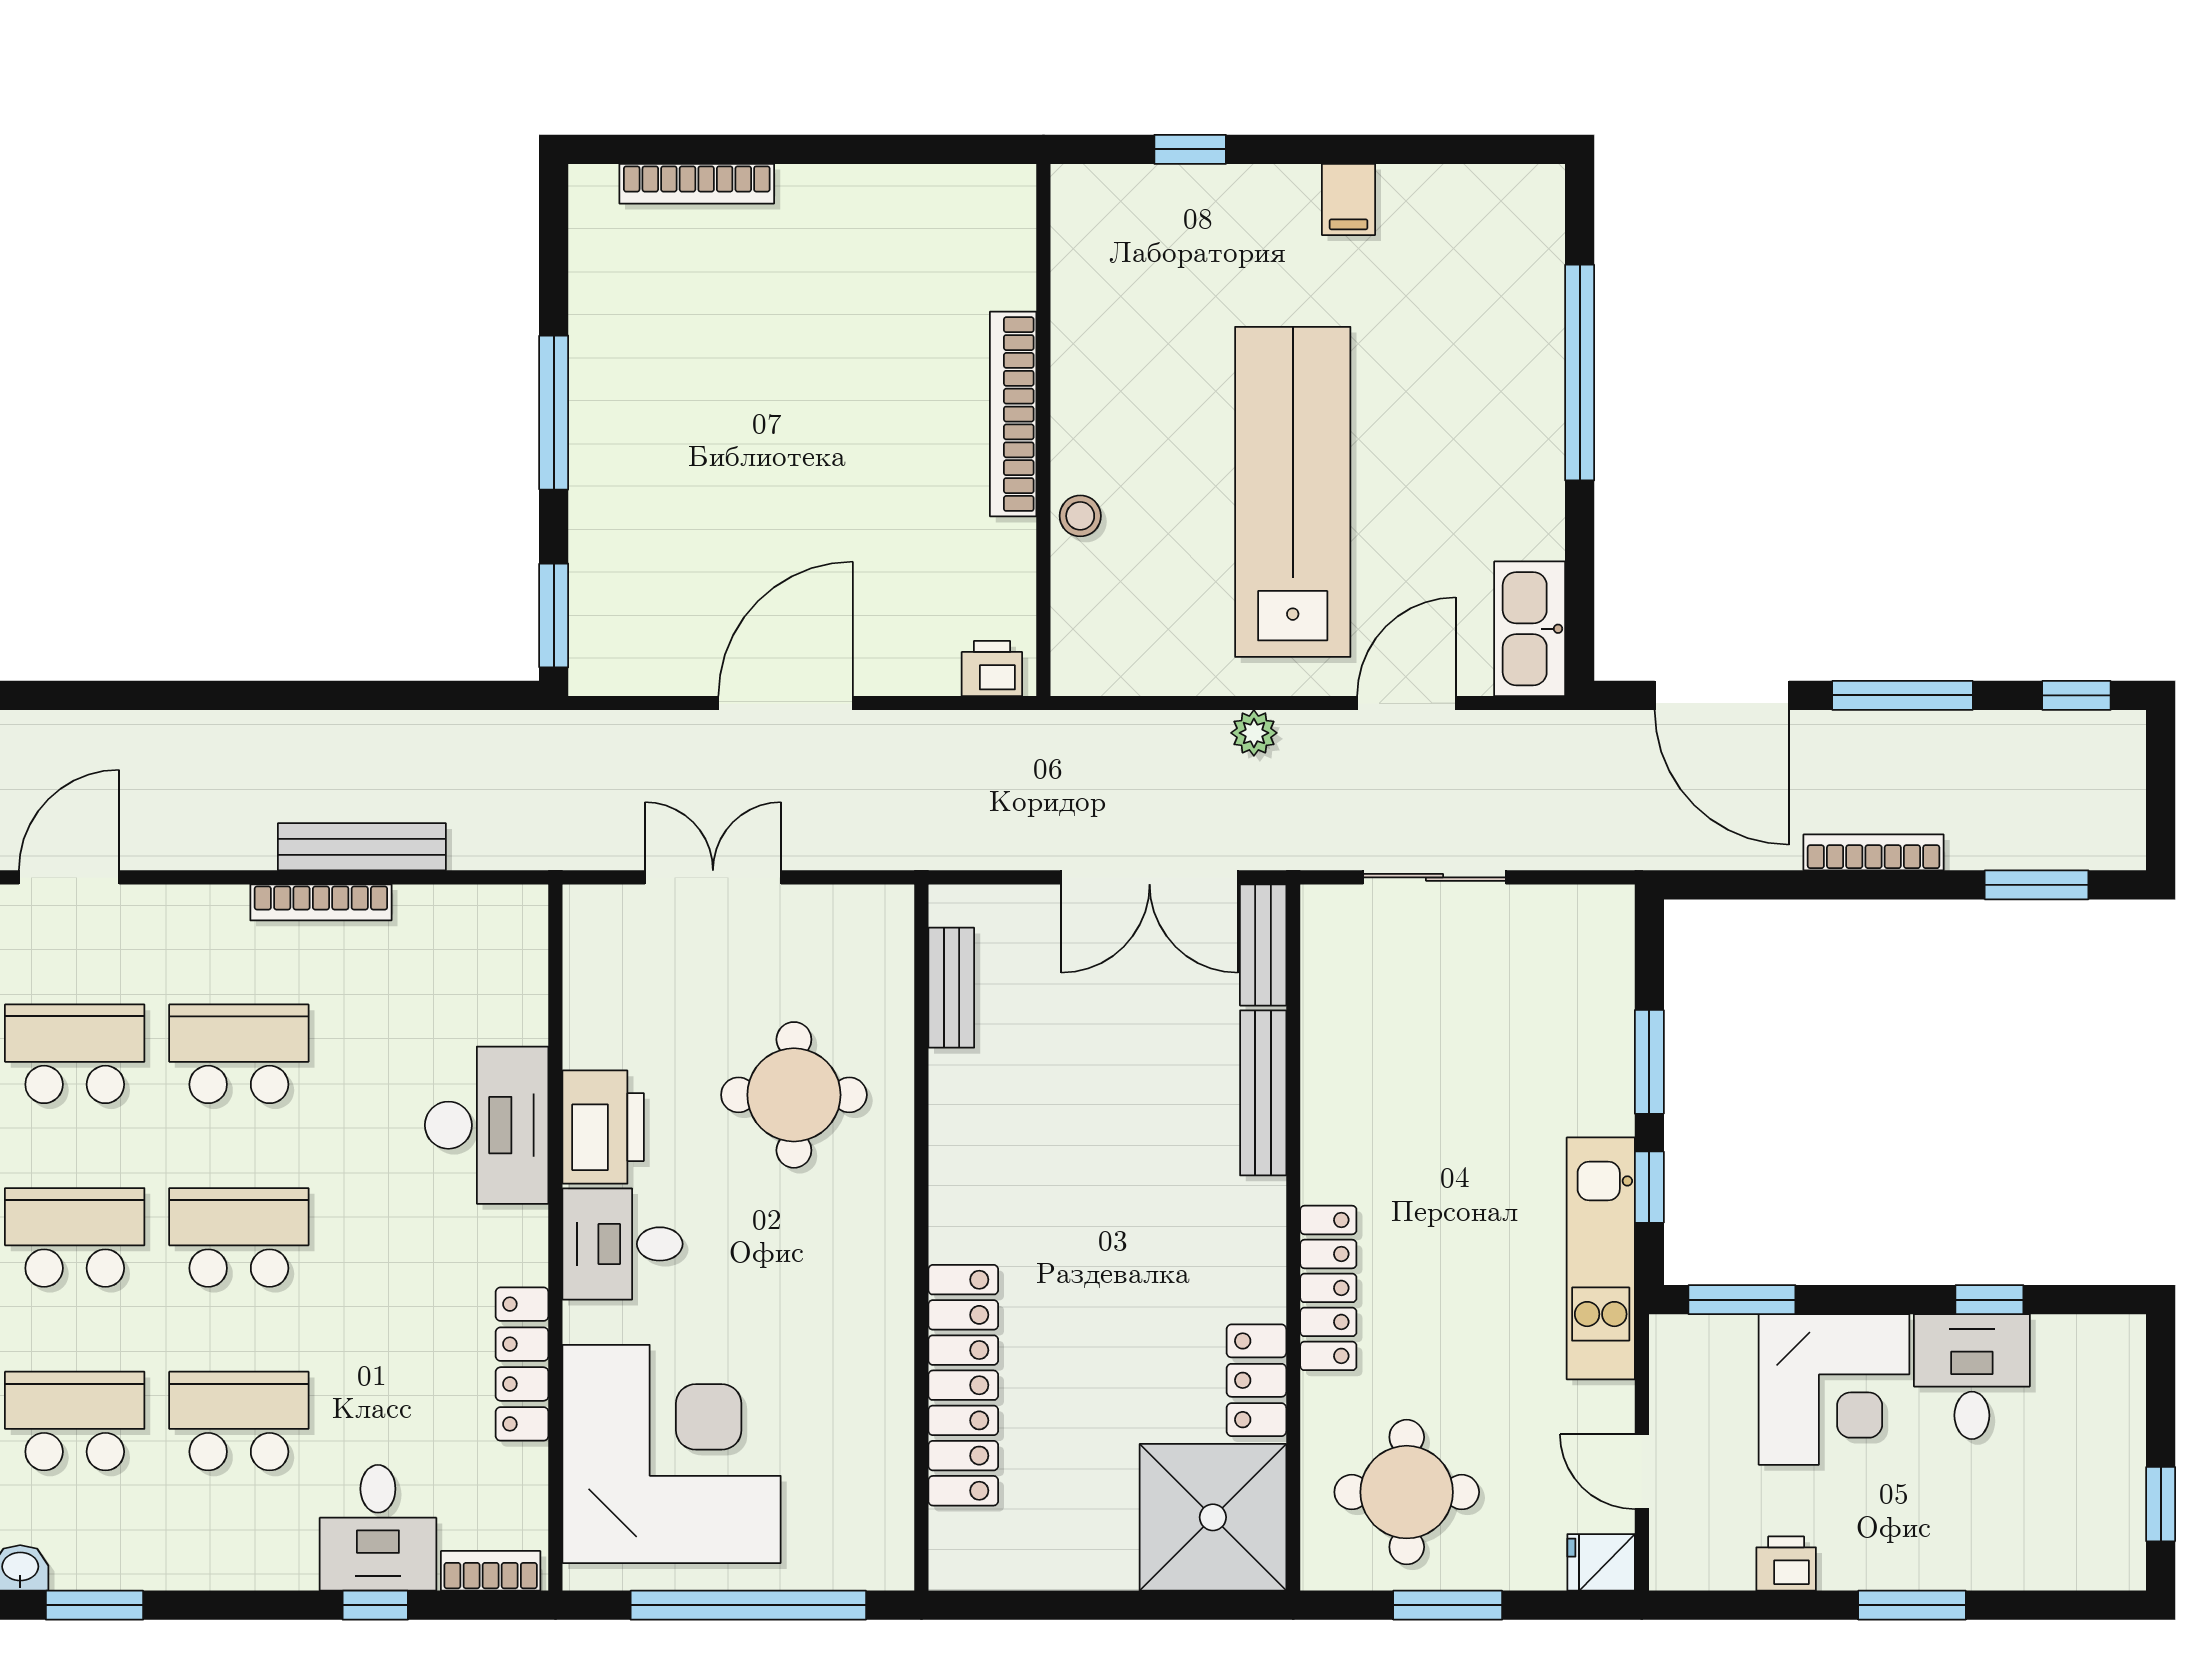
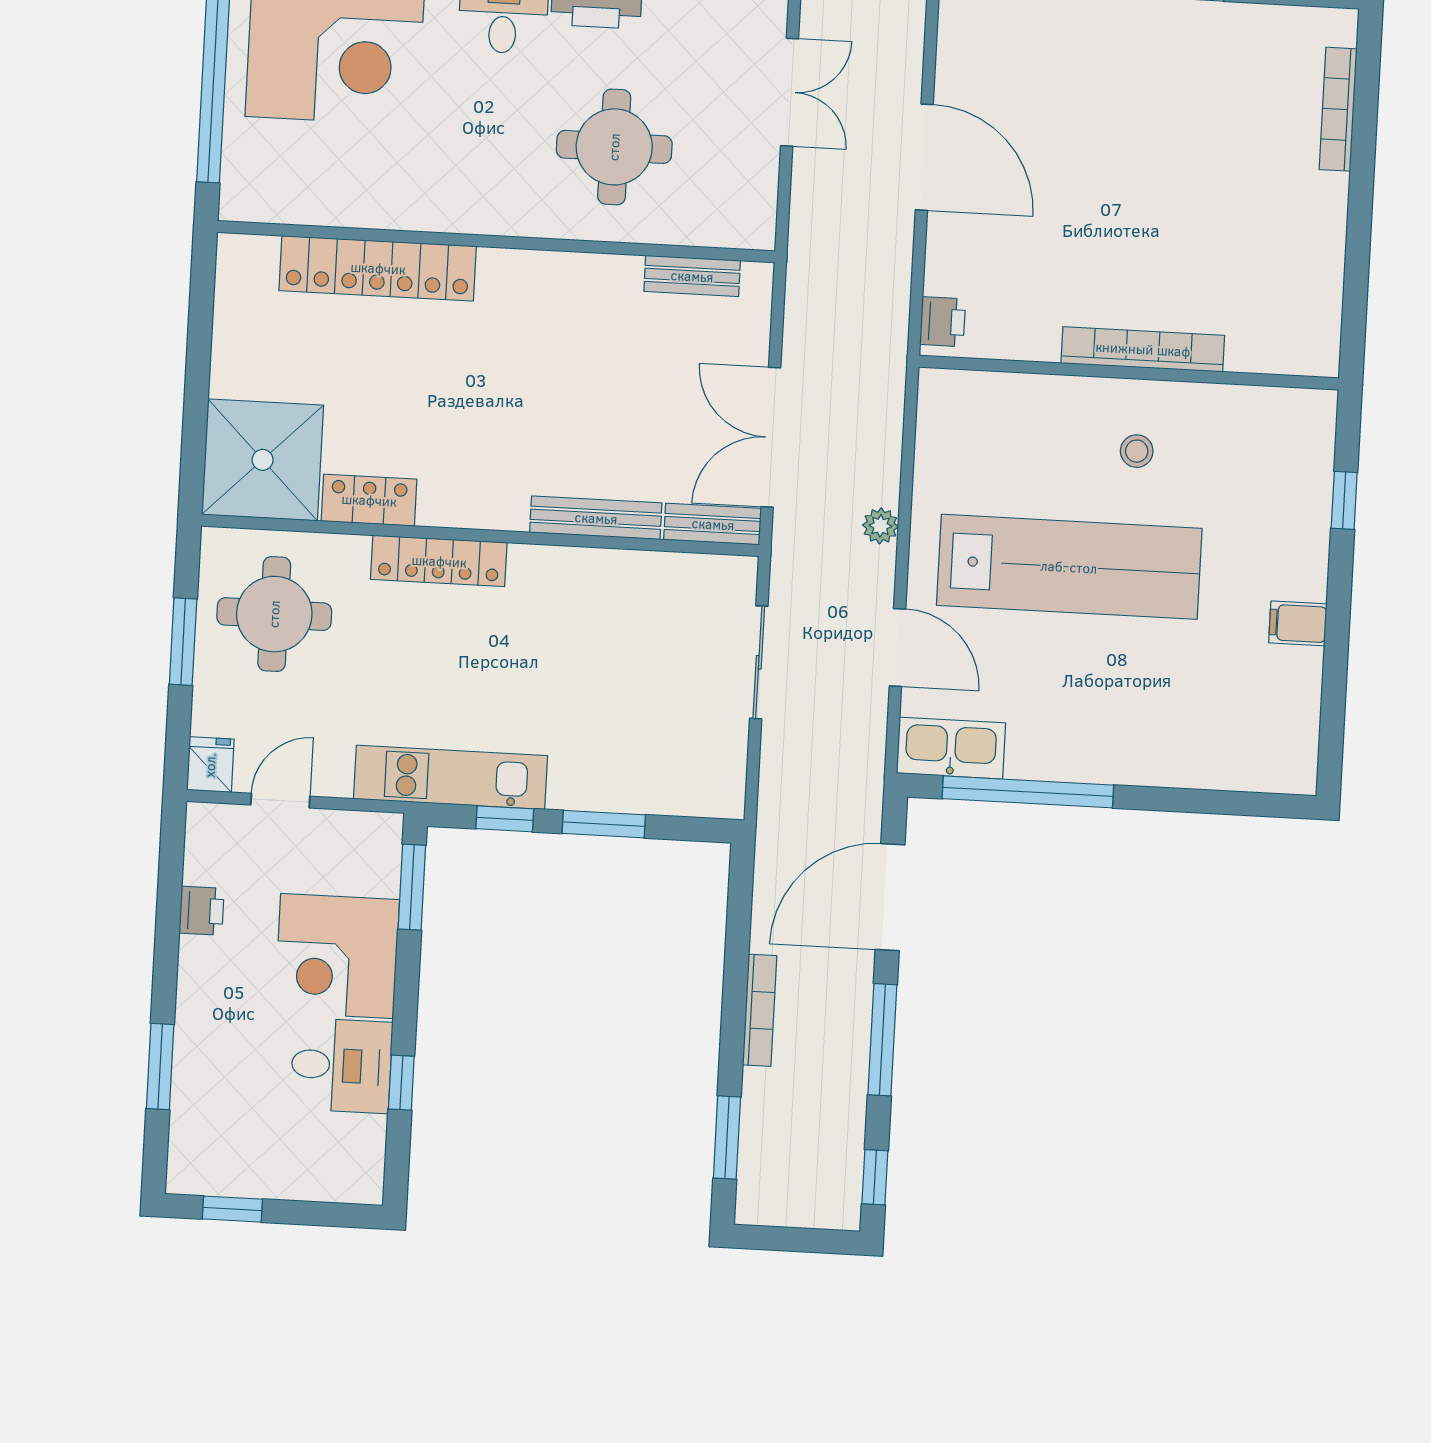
window: (1580, 373) -> (1028, 792), moved
stool: (1080, 516) -> (1137, 451), moved
window: (1912, 1605) -> (160, 1066), moved

